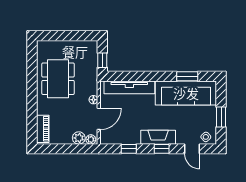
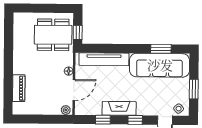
dining table: (58, 79) -> (53, 35), moved, turned 90
piano: (43, 129) -> (19, 88), moved
fireplace: (158, 137) -> (119, 108), moved
plant: (79, 138) -> (54, 109), removed

